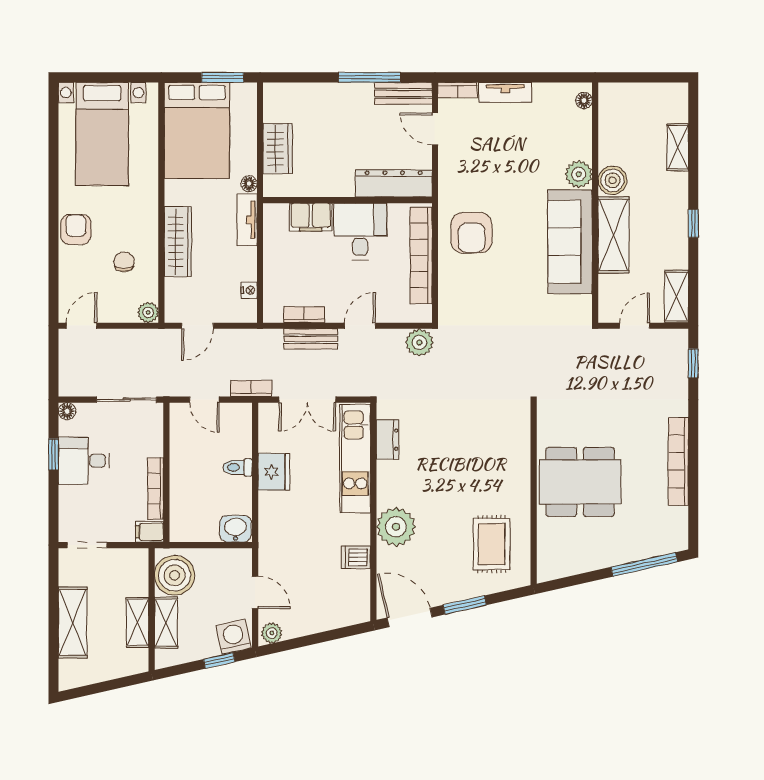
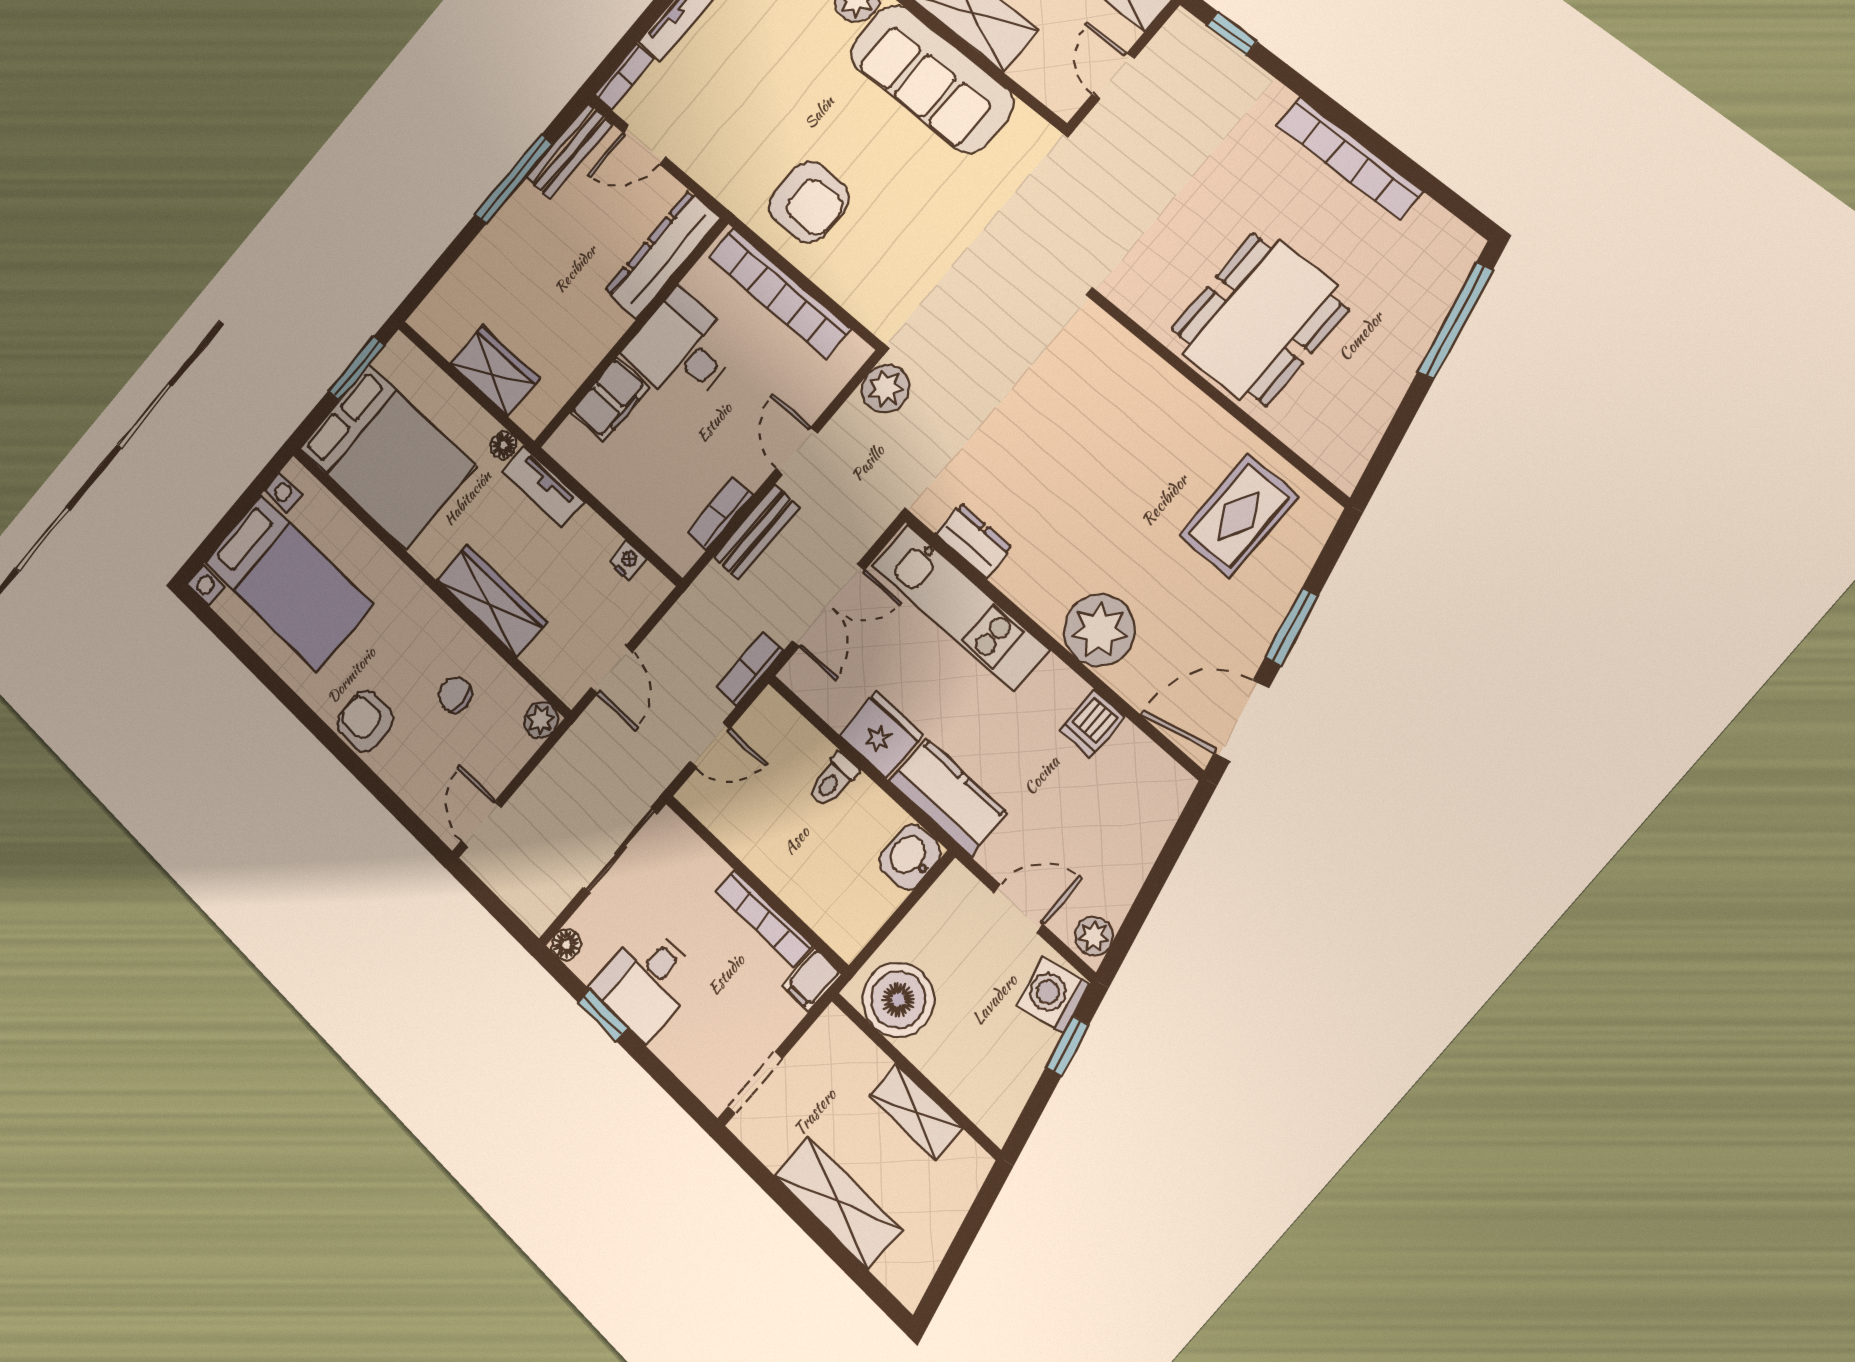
kitchen counter: (274, 523) -> (948, 797), added
rug: (492, 544) -> (1239, 516), turned 90
shelving: (166, 623) -> (951, 1072), removed

